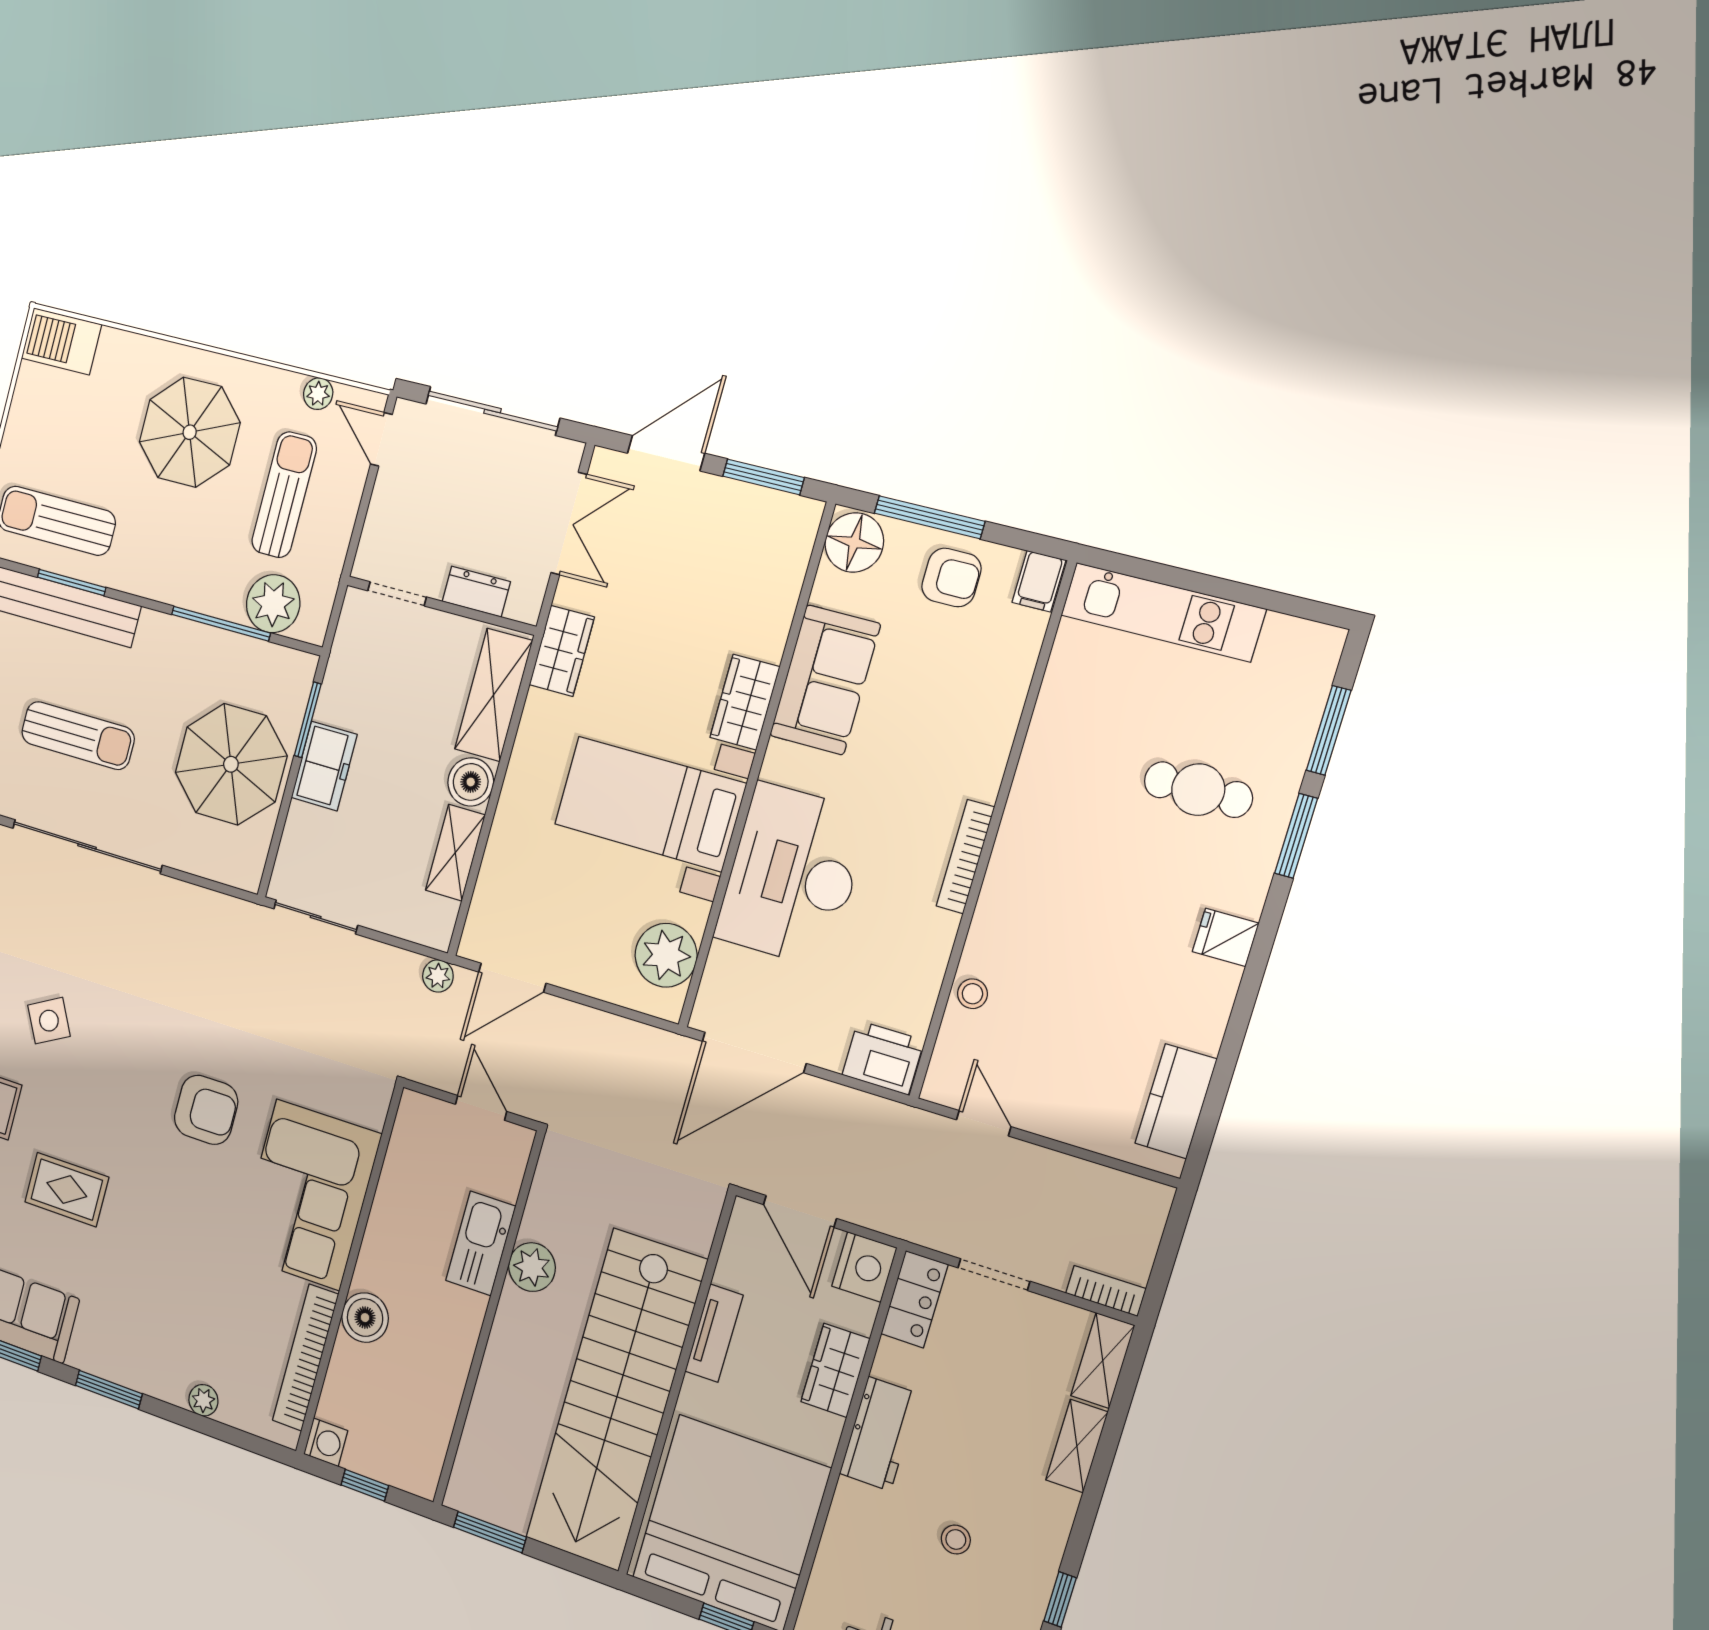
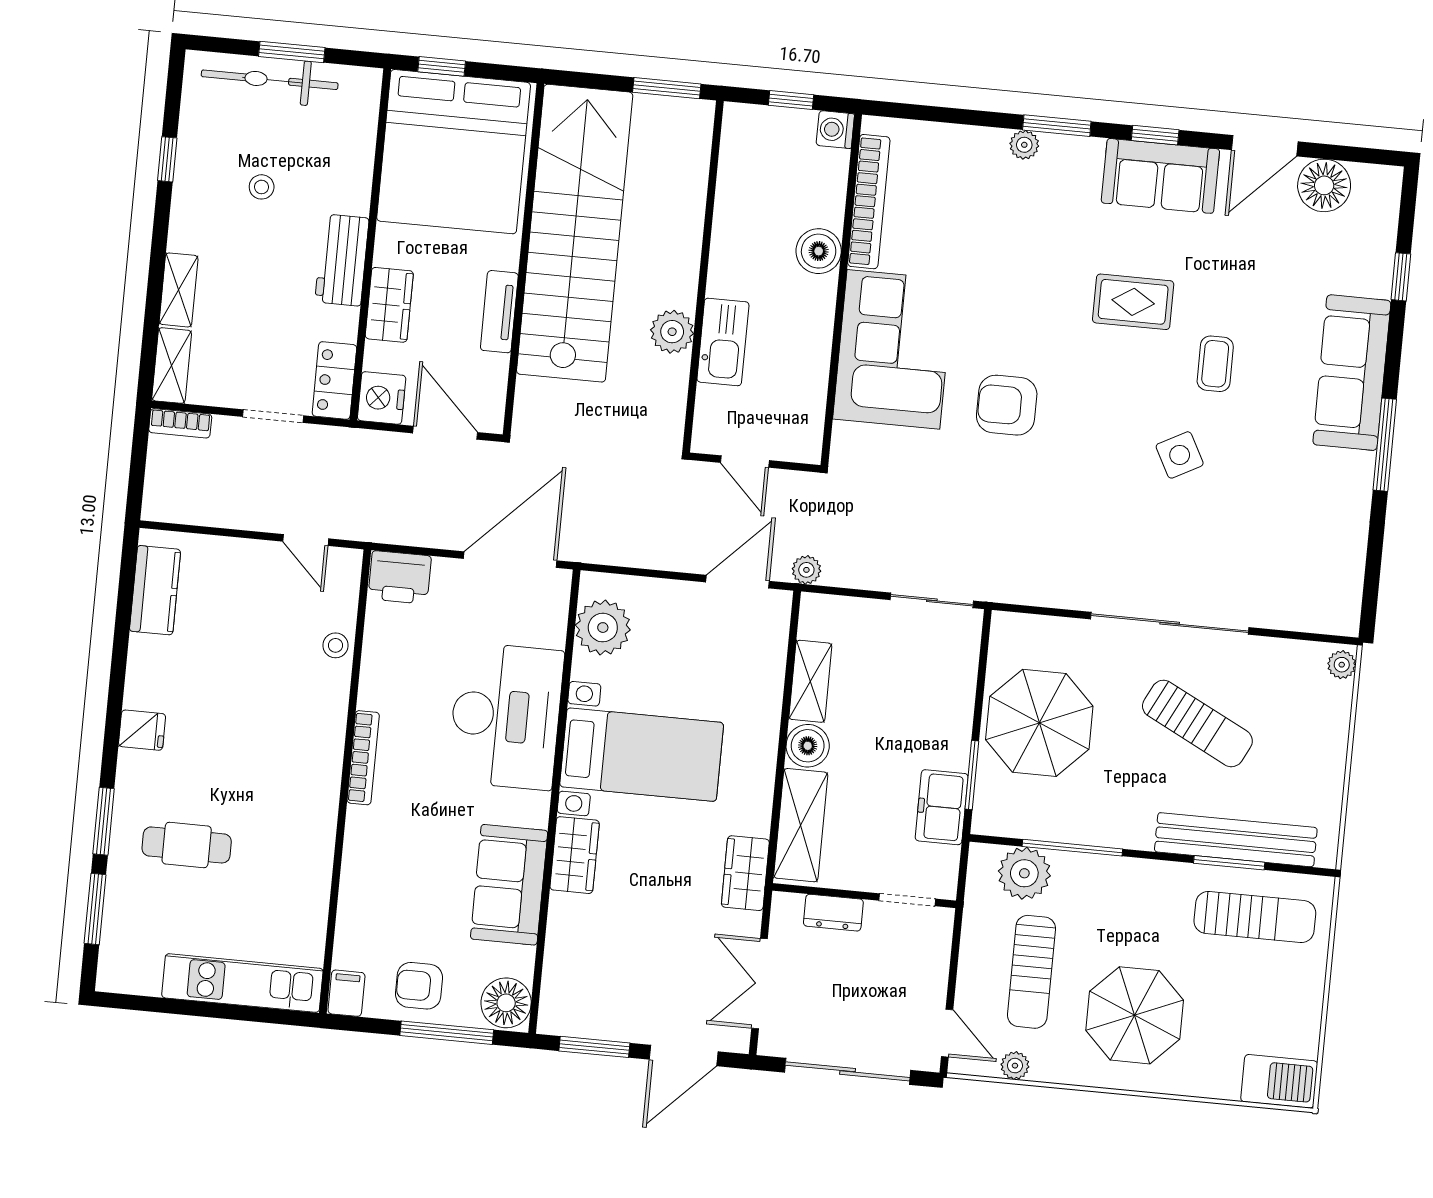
sun lounger: (78, 736) -> (1197, 723), turned -153
freezer: (324, 766) -> (942, 807), moved
plant: (203, 1400) -> (1024, 145), moved

